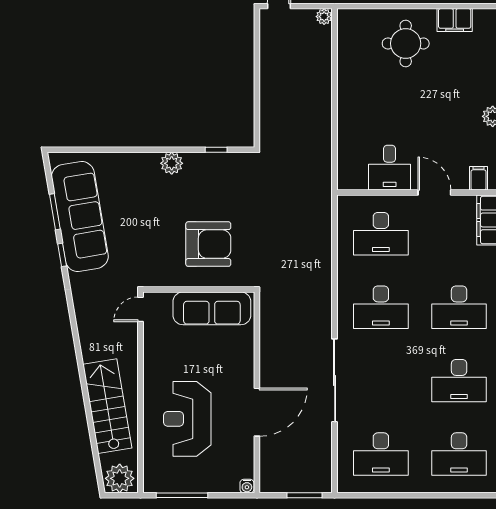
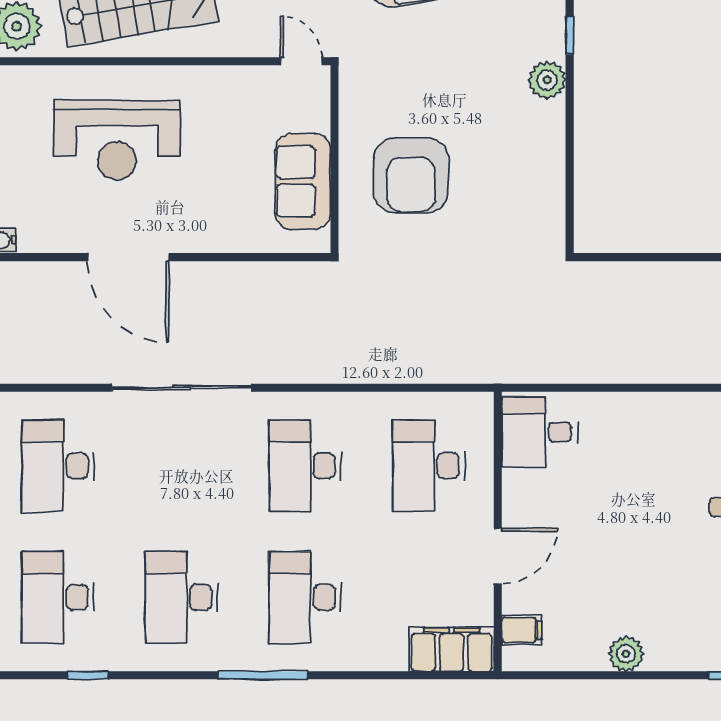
window: (216, 150) -> (570, 36), moved
plant: (172, 163) -> (547, 80), moved
desk: (390, 168) -> (540, 432), moved
sofa: (212, 308) -> (303, 181), width x0.73
reception desk: (187, 419) -> (117, 140), turned 180

